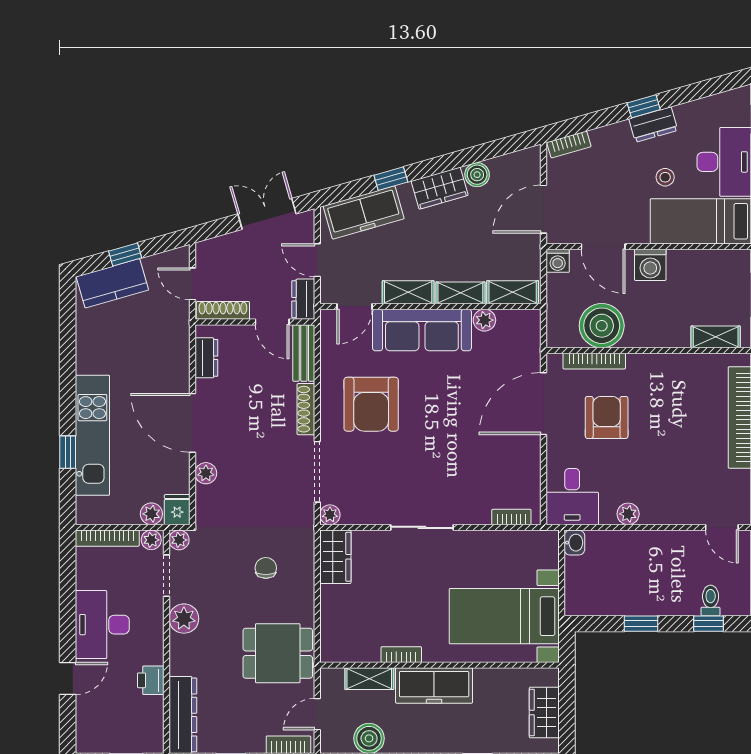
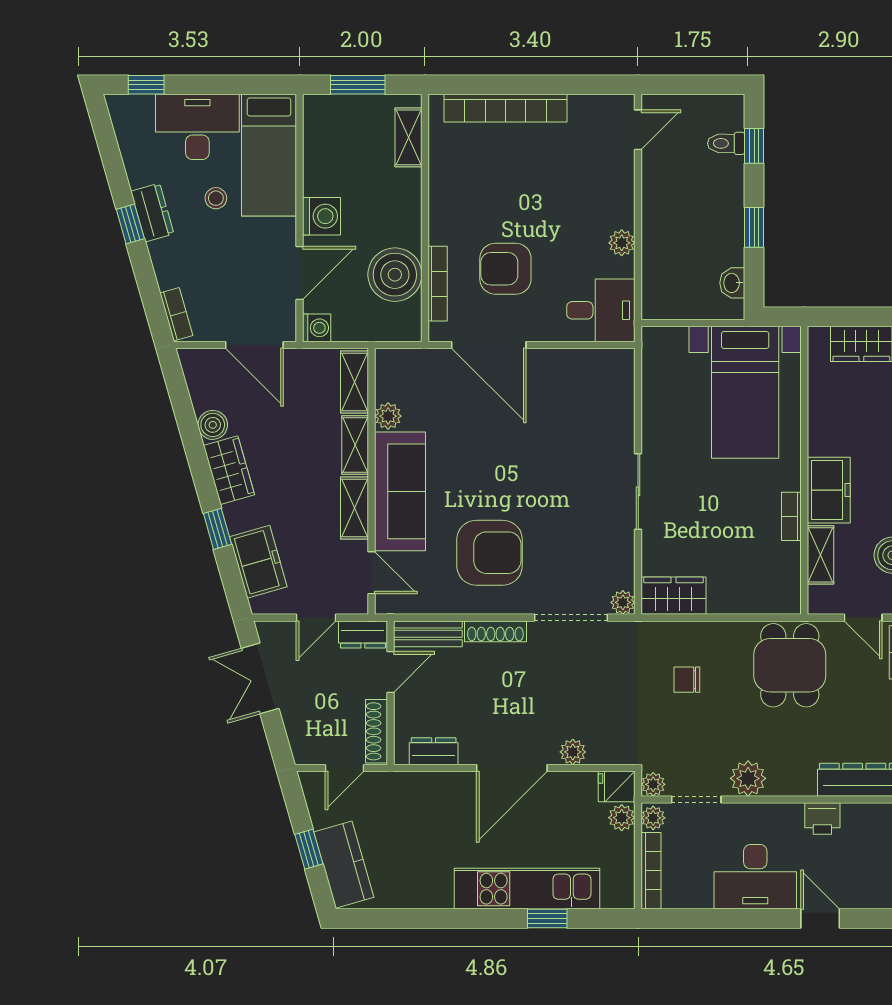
freezer: (364, 212) -> (258, 562), width x0.71
bookcase: (511, 517) -> (625, 383), removed
washbasin: (574, 543) -> (732, 283), moved, turned -90
freezer: (434, 686) -> (829, 490), width x0.71

